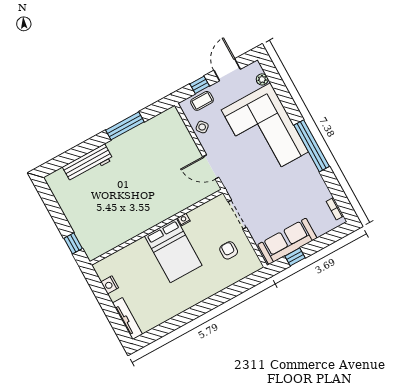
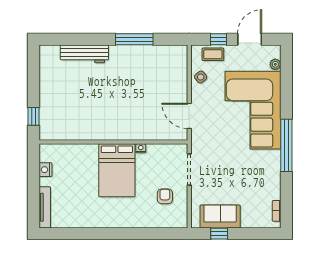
sofa: (287, 241) -> (220, 216), width x0.73

